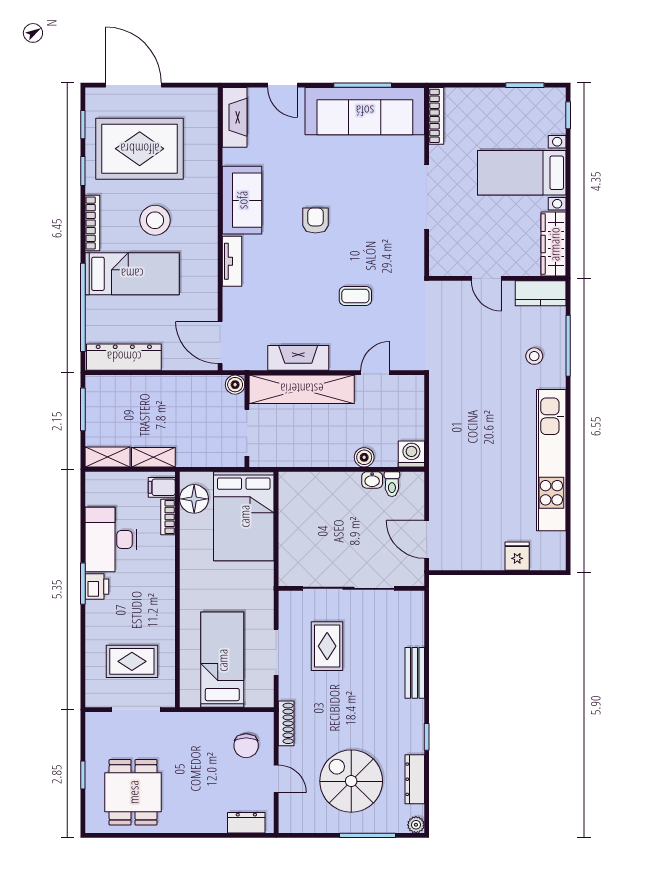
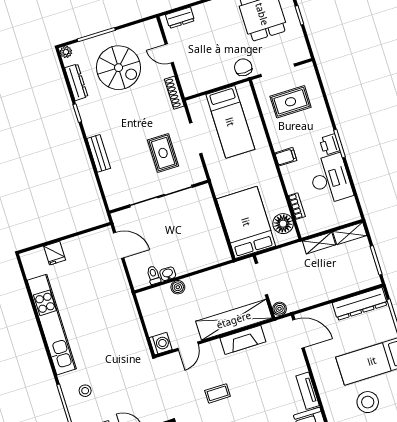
washing machine: (411, 454) -> (161, 344), moved, turned -90
filing cabinet: (162, 487) -> (286, 157), moved
chair: (246, 746) -> (243, 67), moved

